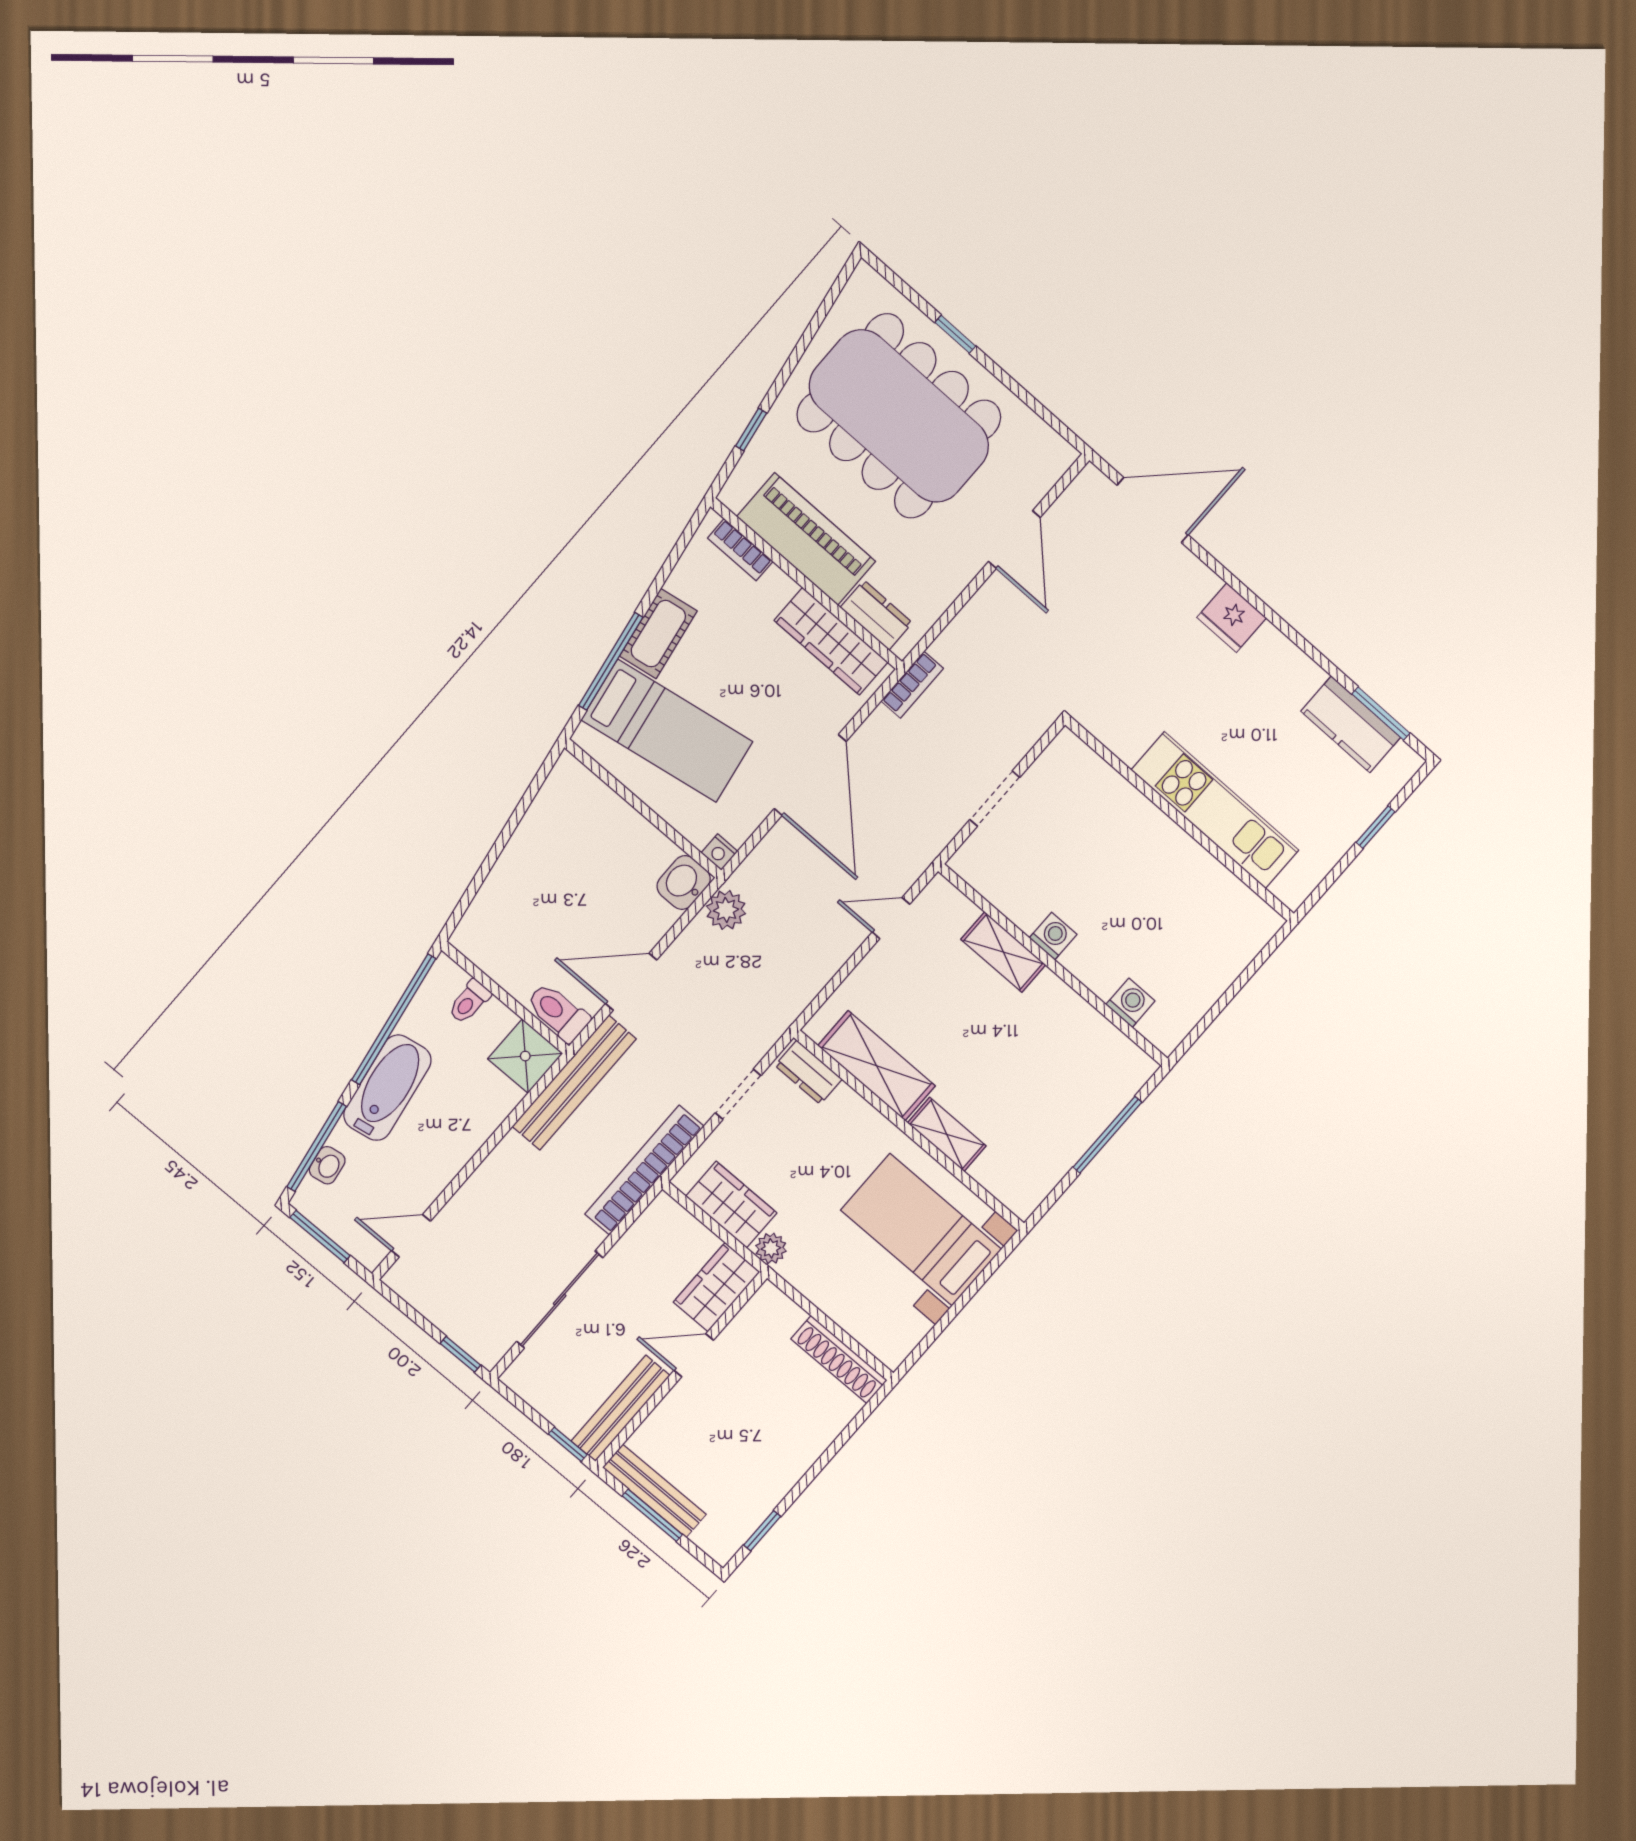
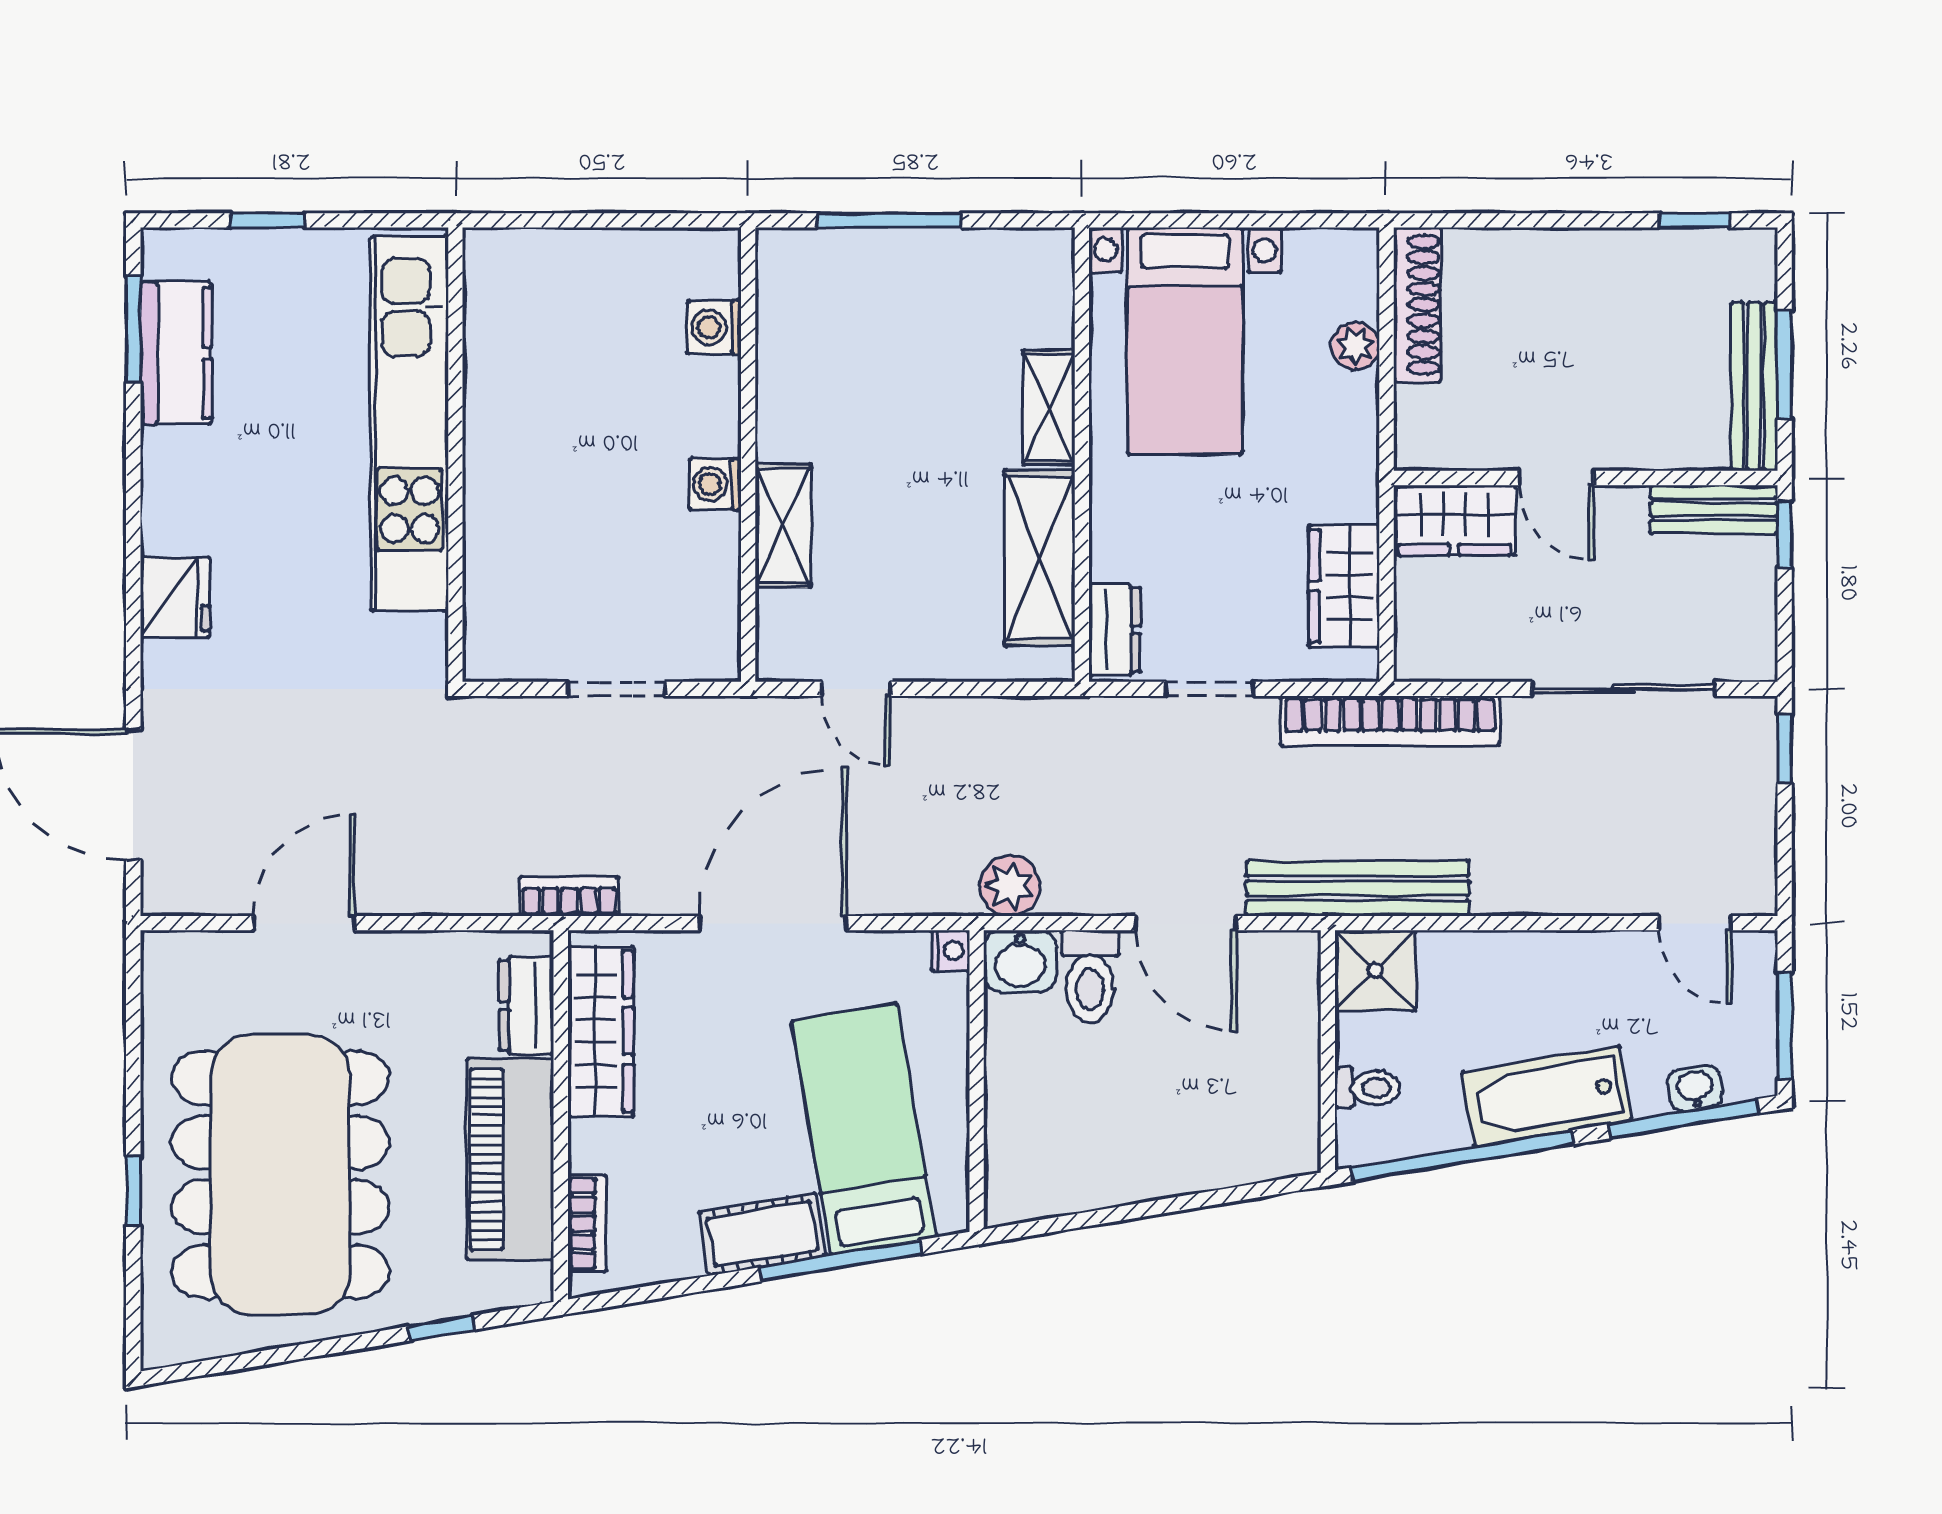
kitchen unit: (1215, 810) -> (410, 424), width x1.36
toilet: (558, 1012) -> (1090, 976), moved
plant: (771, 1248) -> (1356, 346), moved
bench: (621, 1408) -> (1714, 509), width x0.73

